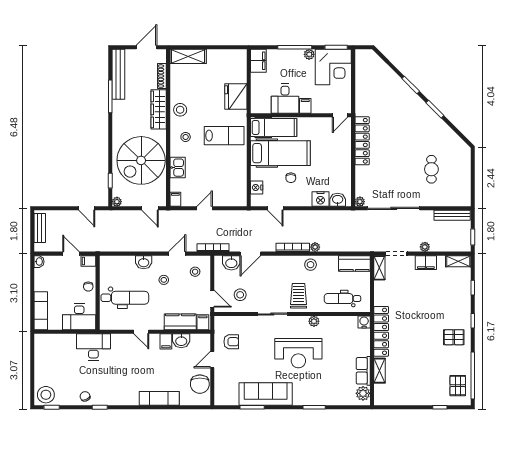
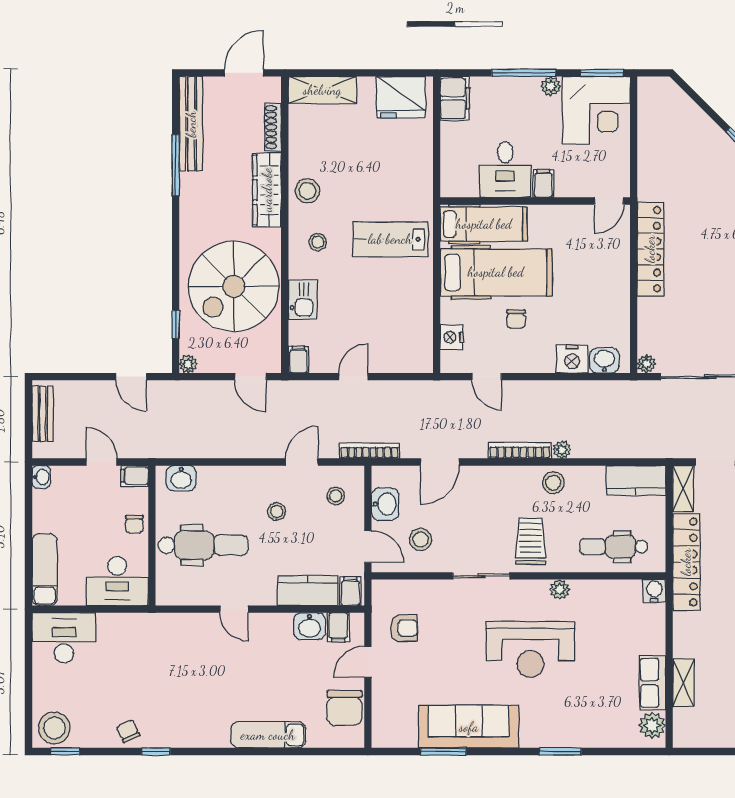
fridge: (236, 96) -> (401, 97), moved, turned -90
lab bench: (224, 136) -> (390, 239), turned 180
washbasin: (144, 262) -> (181, 478), moved
washbasin: (231, 263) -> (385, 504), moved, turned -90
locker: (381, 331) -> (686, 562), moved
filing cabinet: (166, 341) -> (338, 627), moved
desk: (93, 347) -> (64, 638), moved

